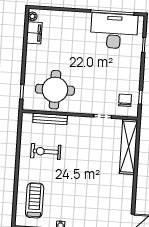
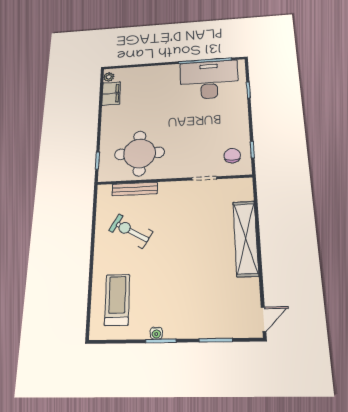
shelving: (129, 147) -> (246, 238), moved
exercise bike: (46, 152) -> (131, 231), turned 30

